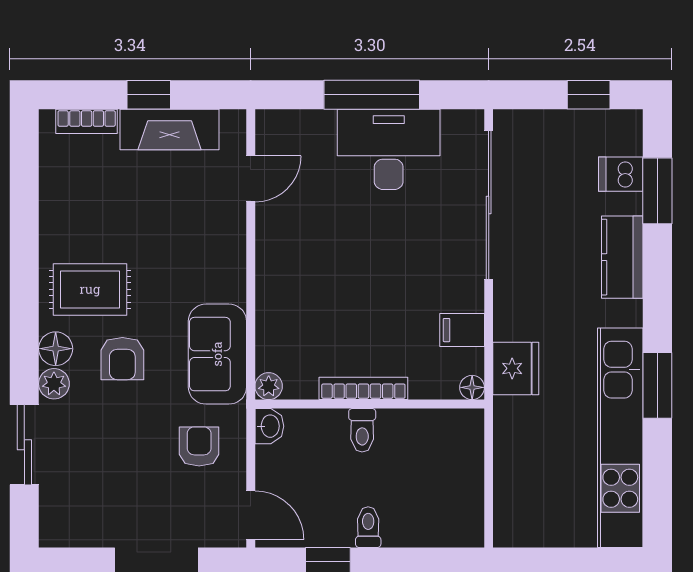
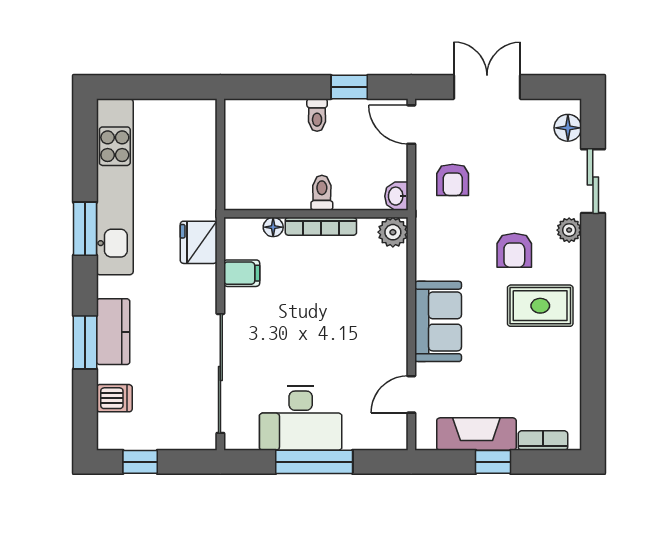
window: (657, 191) -> (85, 342), moved
floor lamp: (56, 349) -> (568, 128), moved
sofa: (217, 354) -> (438, 321), moved
armchair: (122, 359) -> (514, 250), turned 180
plant: (269, 386) -> (393, 232), width x1.38, depth x1.38
floor lamp: (472, 387) -> (273, 227), moved

